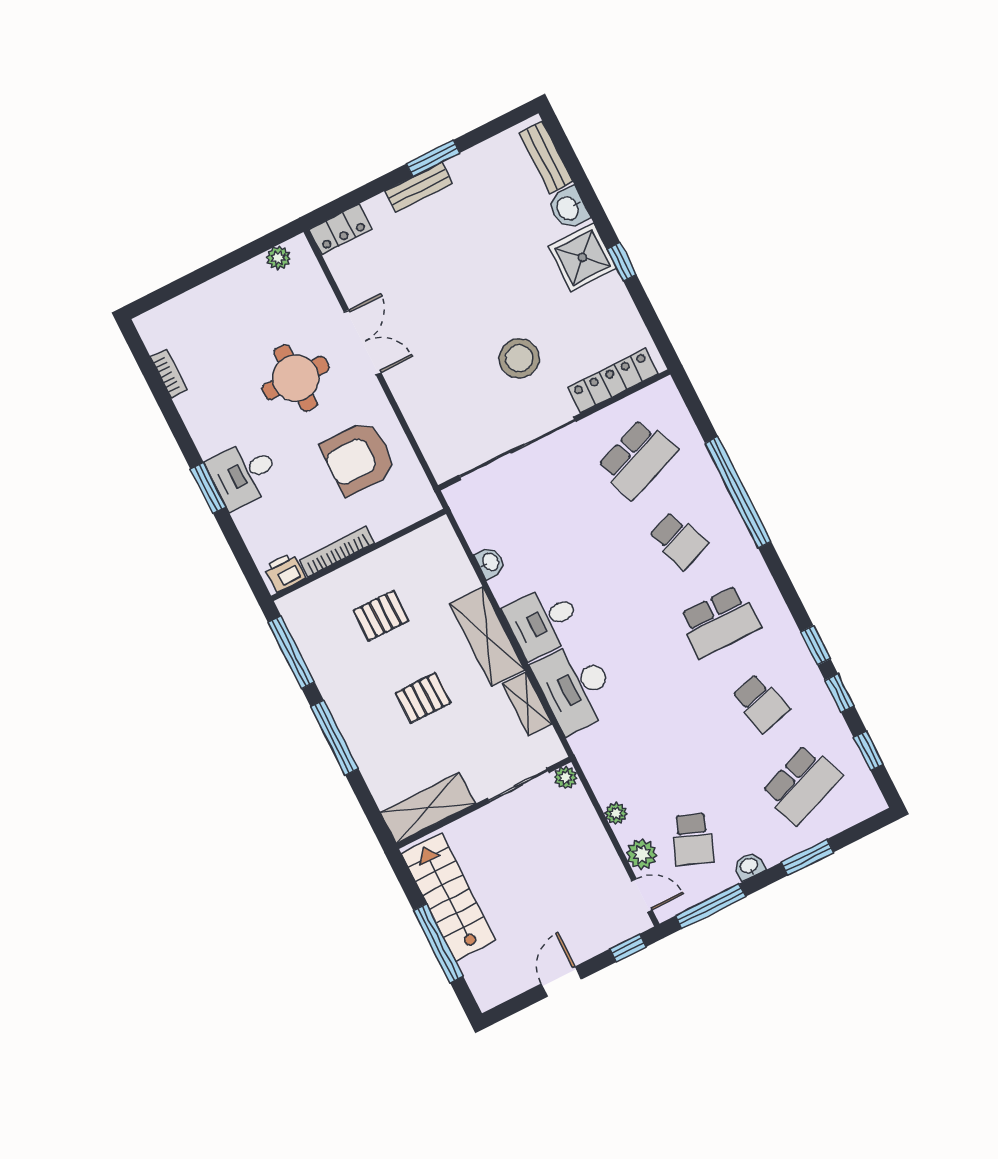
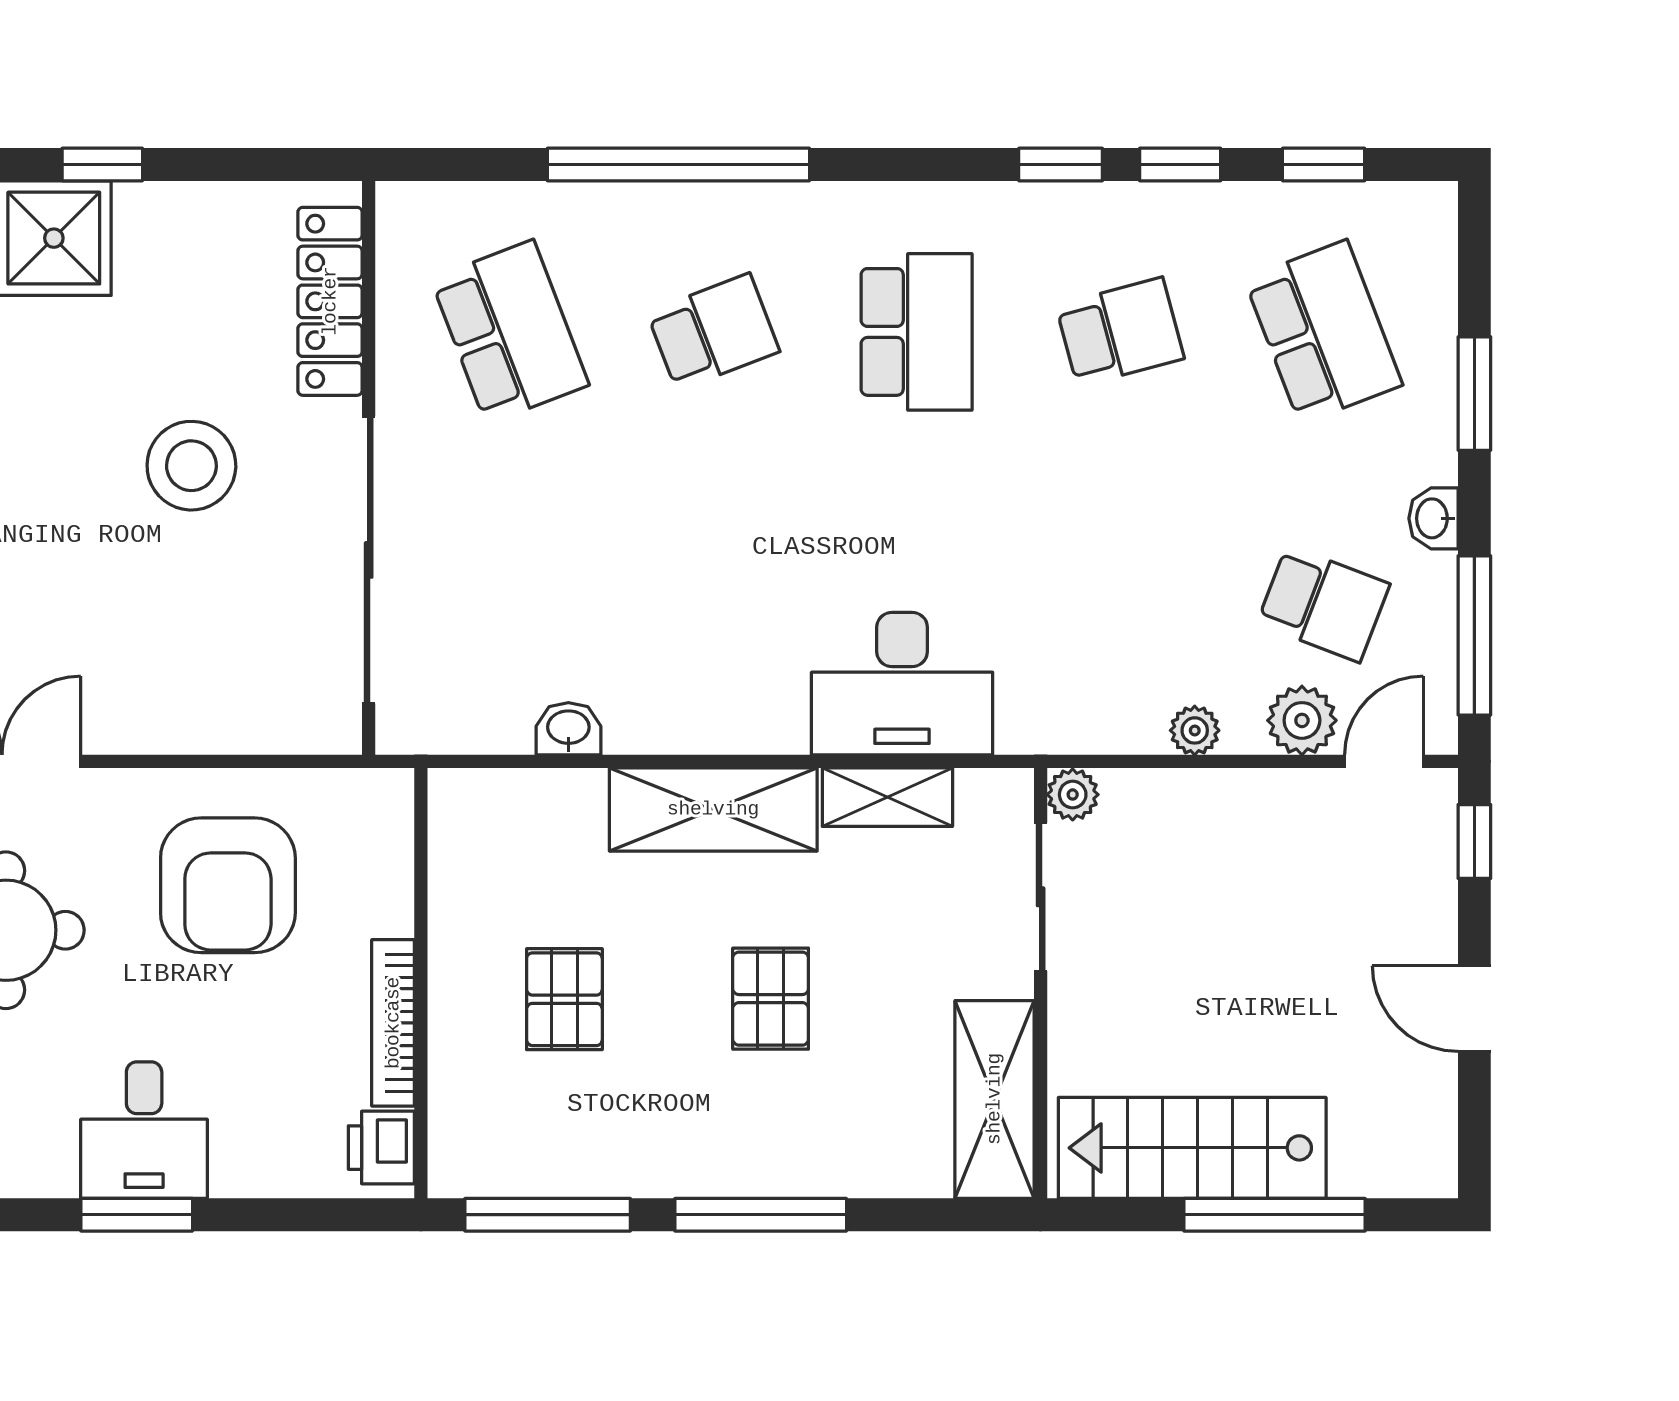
desk: (543, 621) -> (739, 682), removed

